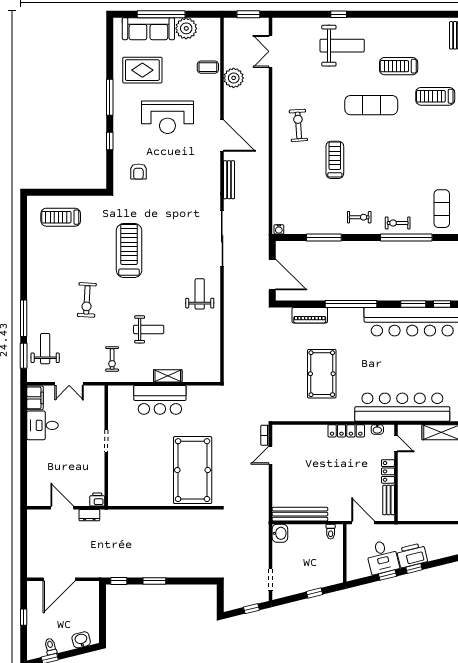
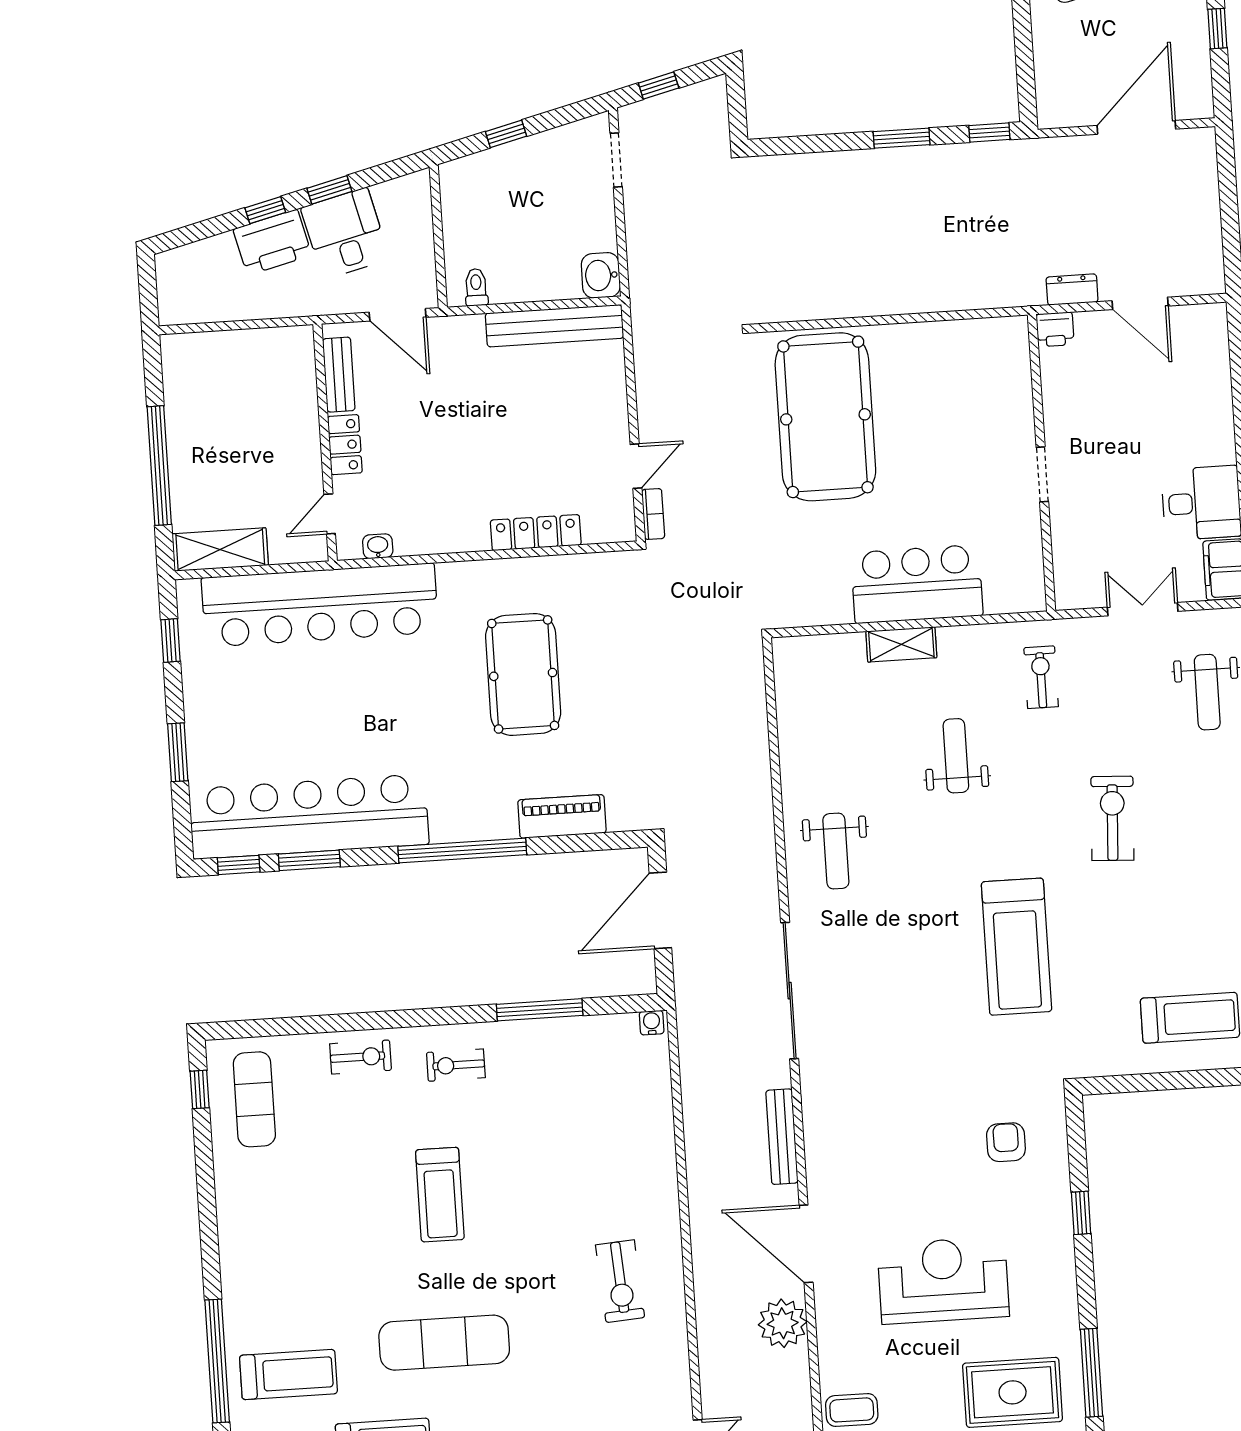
plant: (234, 78) -> (783, 1323), moved
window: (110, 97) -> (1091, 1373), moved
treadmill: (335, 160) -> (440, 1195), moved
window: (406, 237) -> (337, 1023), removed
door: (272, 275) -> (660, 910), hinge flipped
weight bench: (149, 329) -> (956, 756), turned 90
locker: (346, 431) -> (536, 533), moved
door: (396, 444) -> (330, 514), hinge flipped

